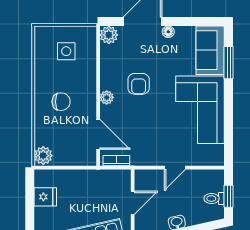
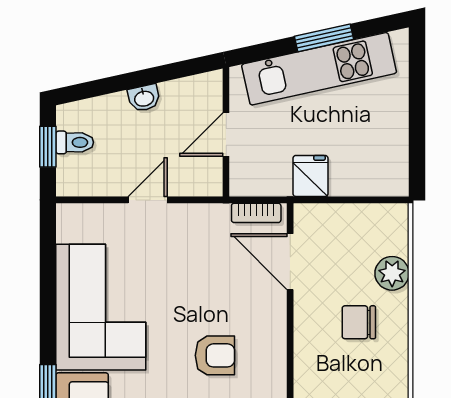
armchair: (139, 84) -> (215, 355), turned 90
plant: (107, 97) -> (274, 330), removed
plant: (43, 156) -> (392, 273), moved
fridge: (45, 197) -> (310, 176), moved, turned 90

